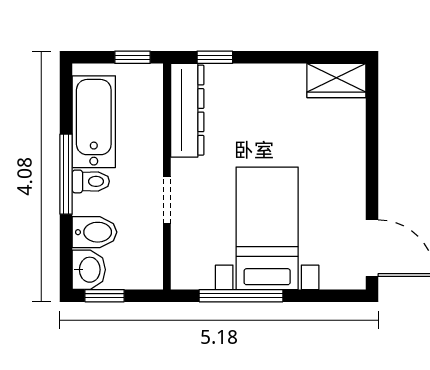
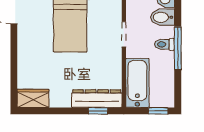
window: (132, 57) -> (158, 111), moved
dresser: (187, 110) -> (97, 99), moved, turned 90
bathtub: (94, 122) -> (137, 83), moved, turned 180

